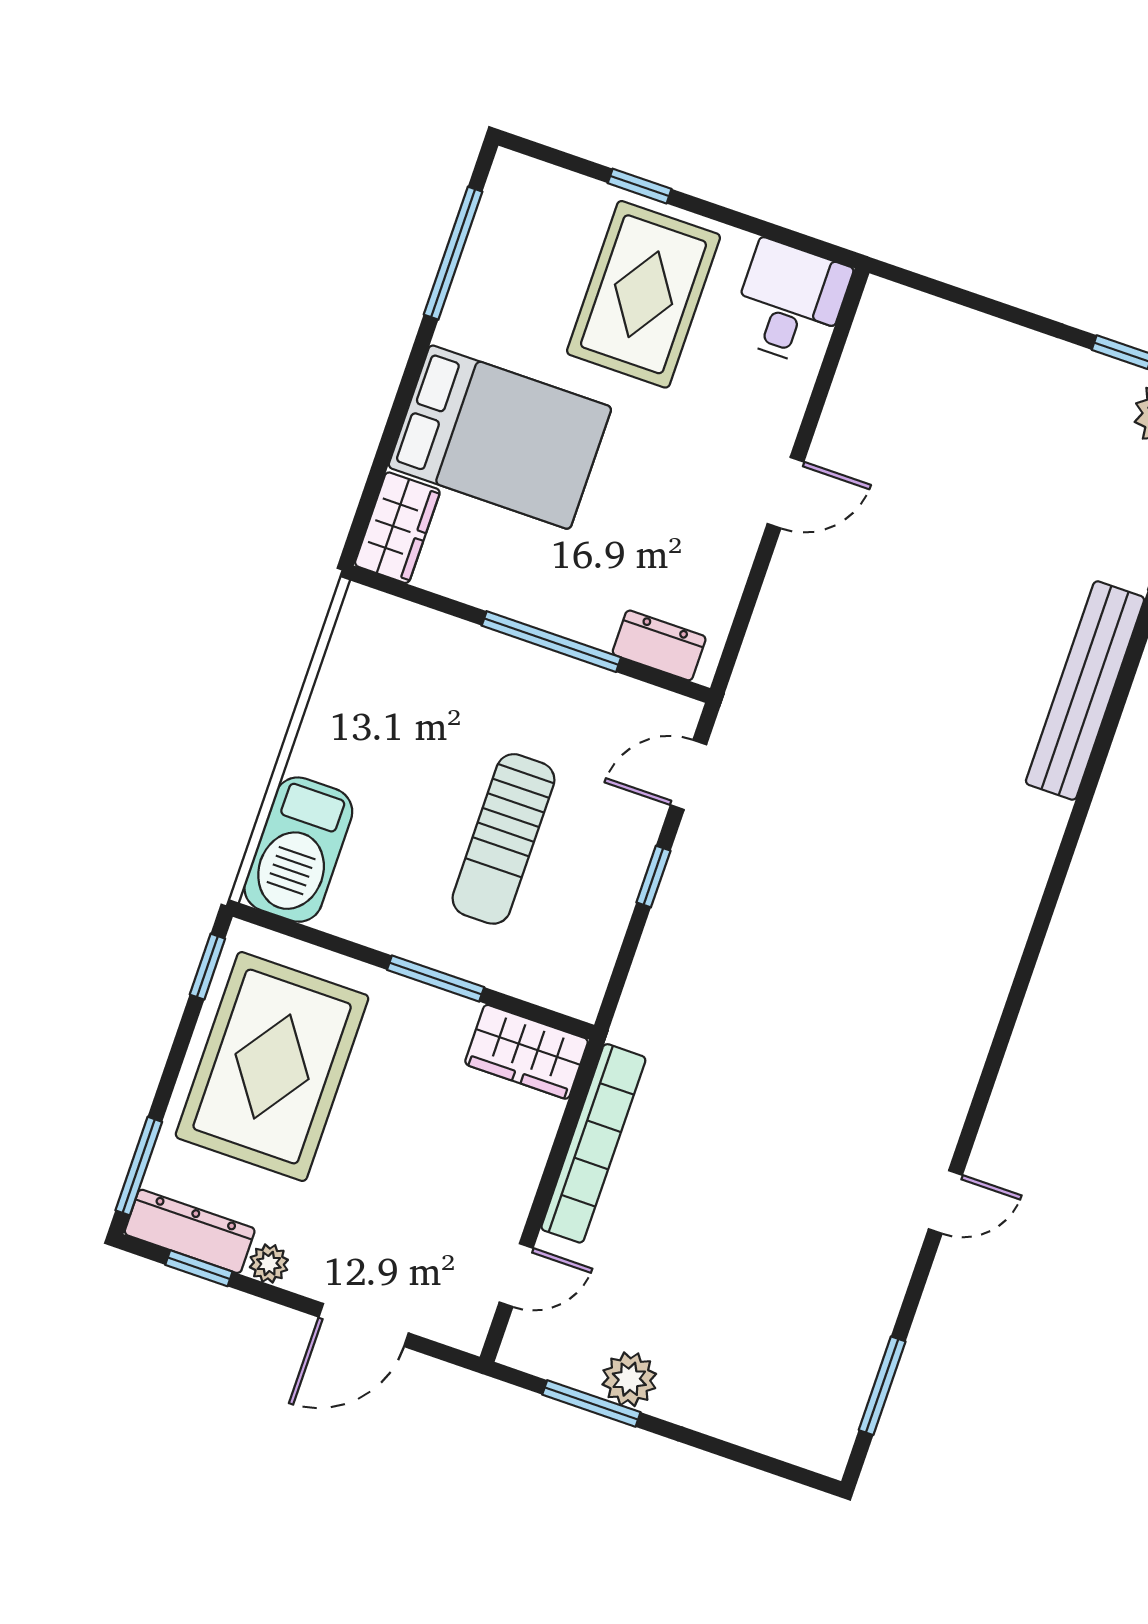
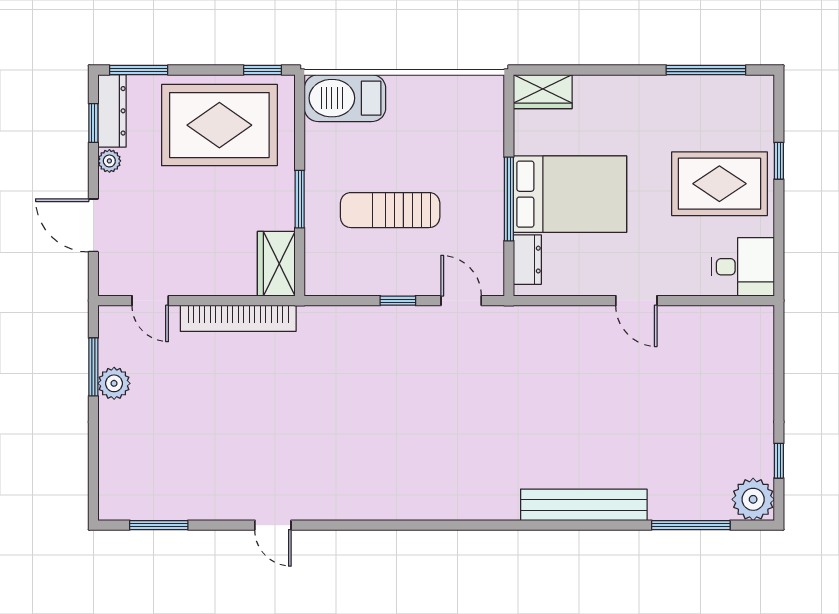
bed: (500, 437) -> (570, 194), moved, turned -90

